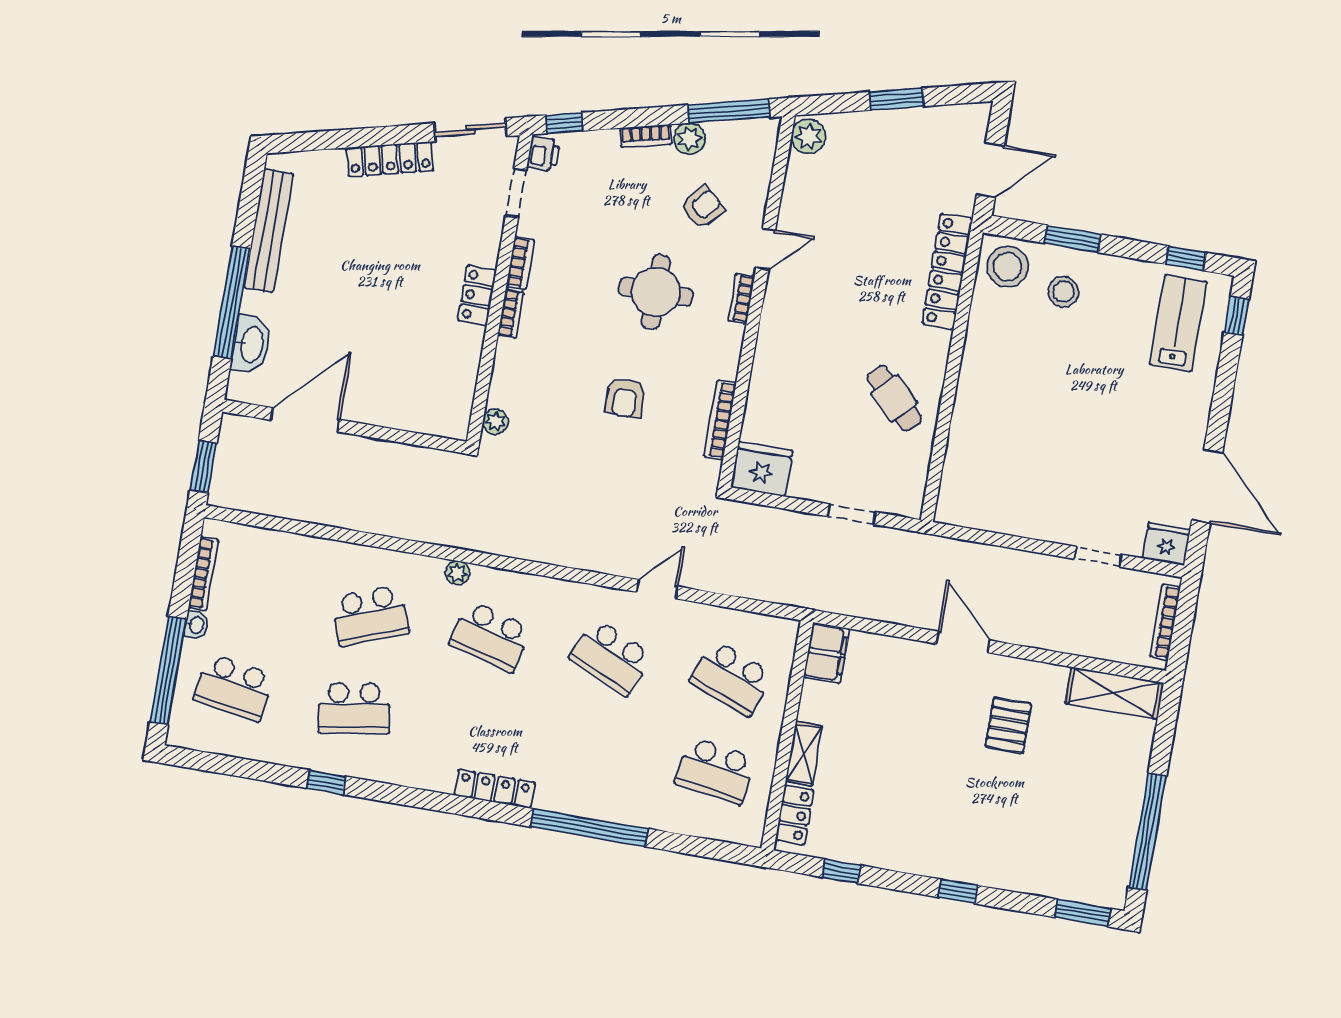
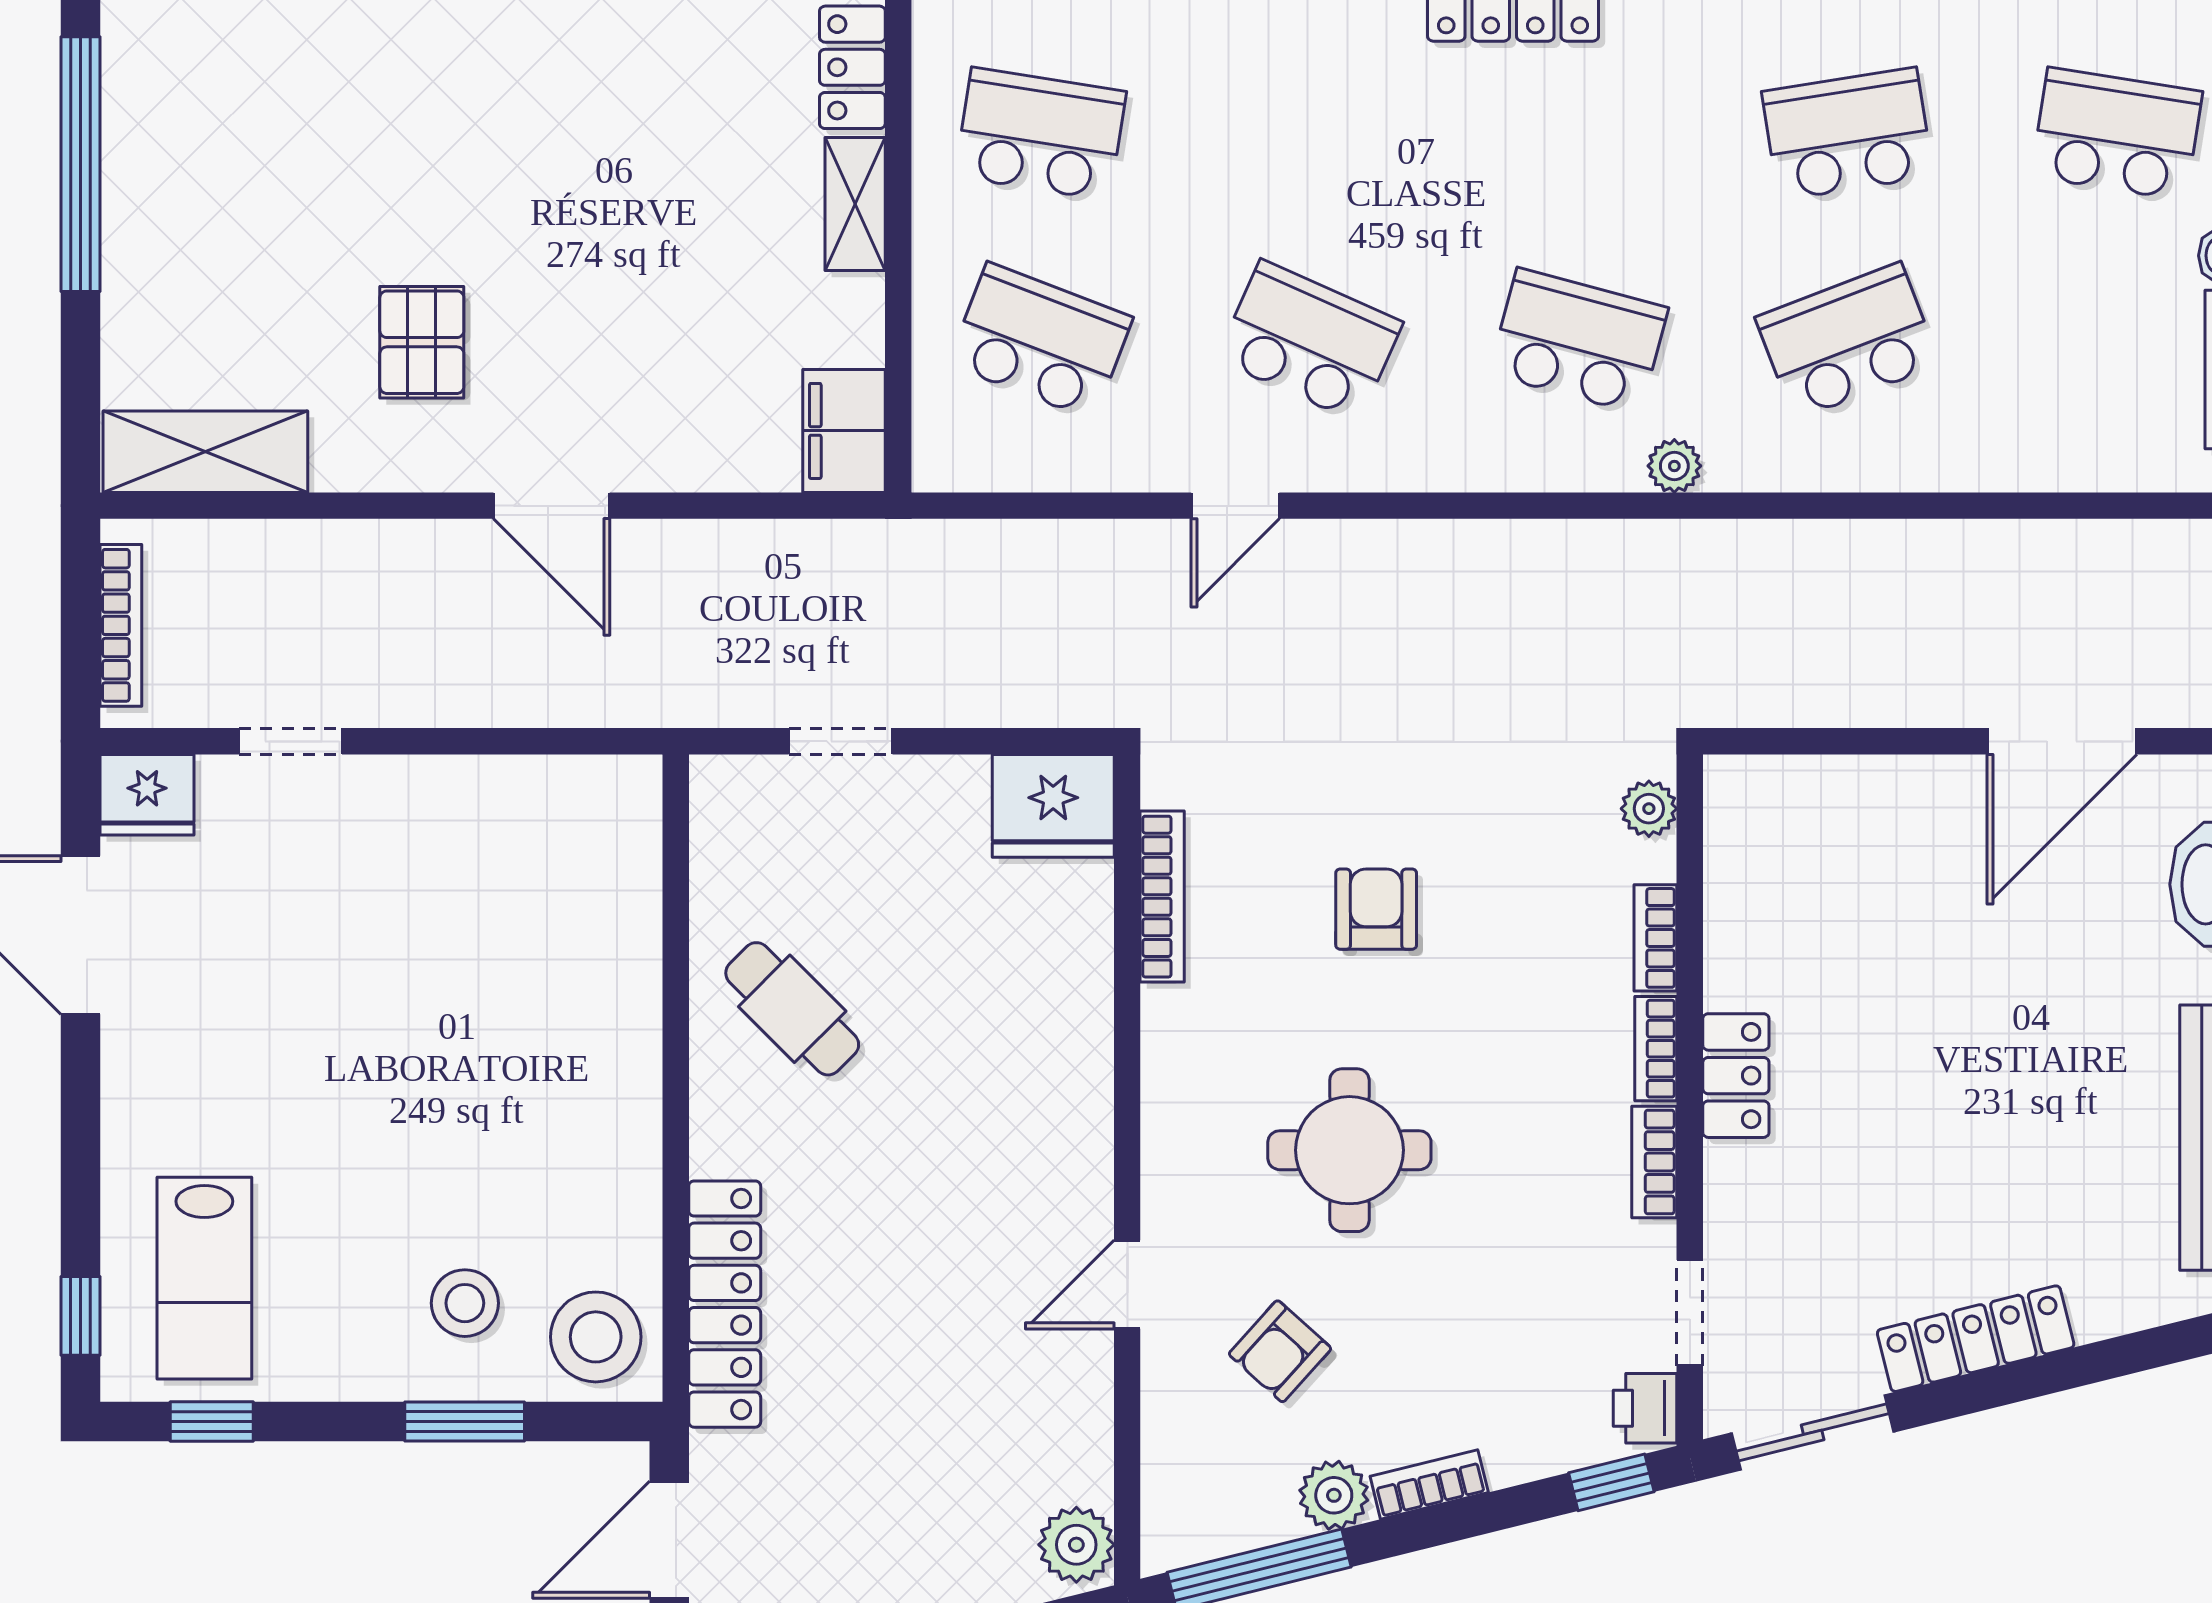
bookcase: (741, 299) -> (1655, 938), moved, turned 180

